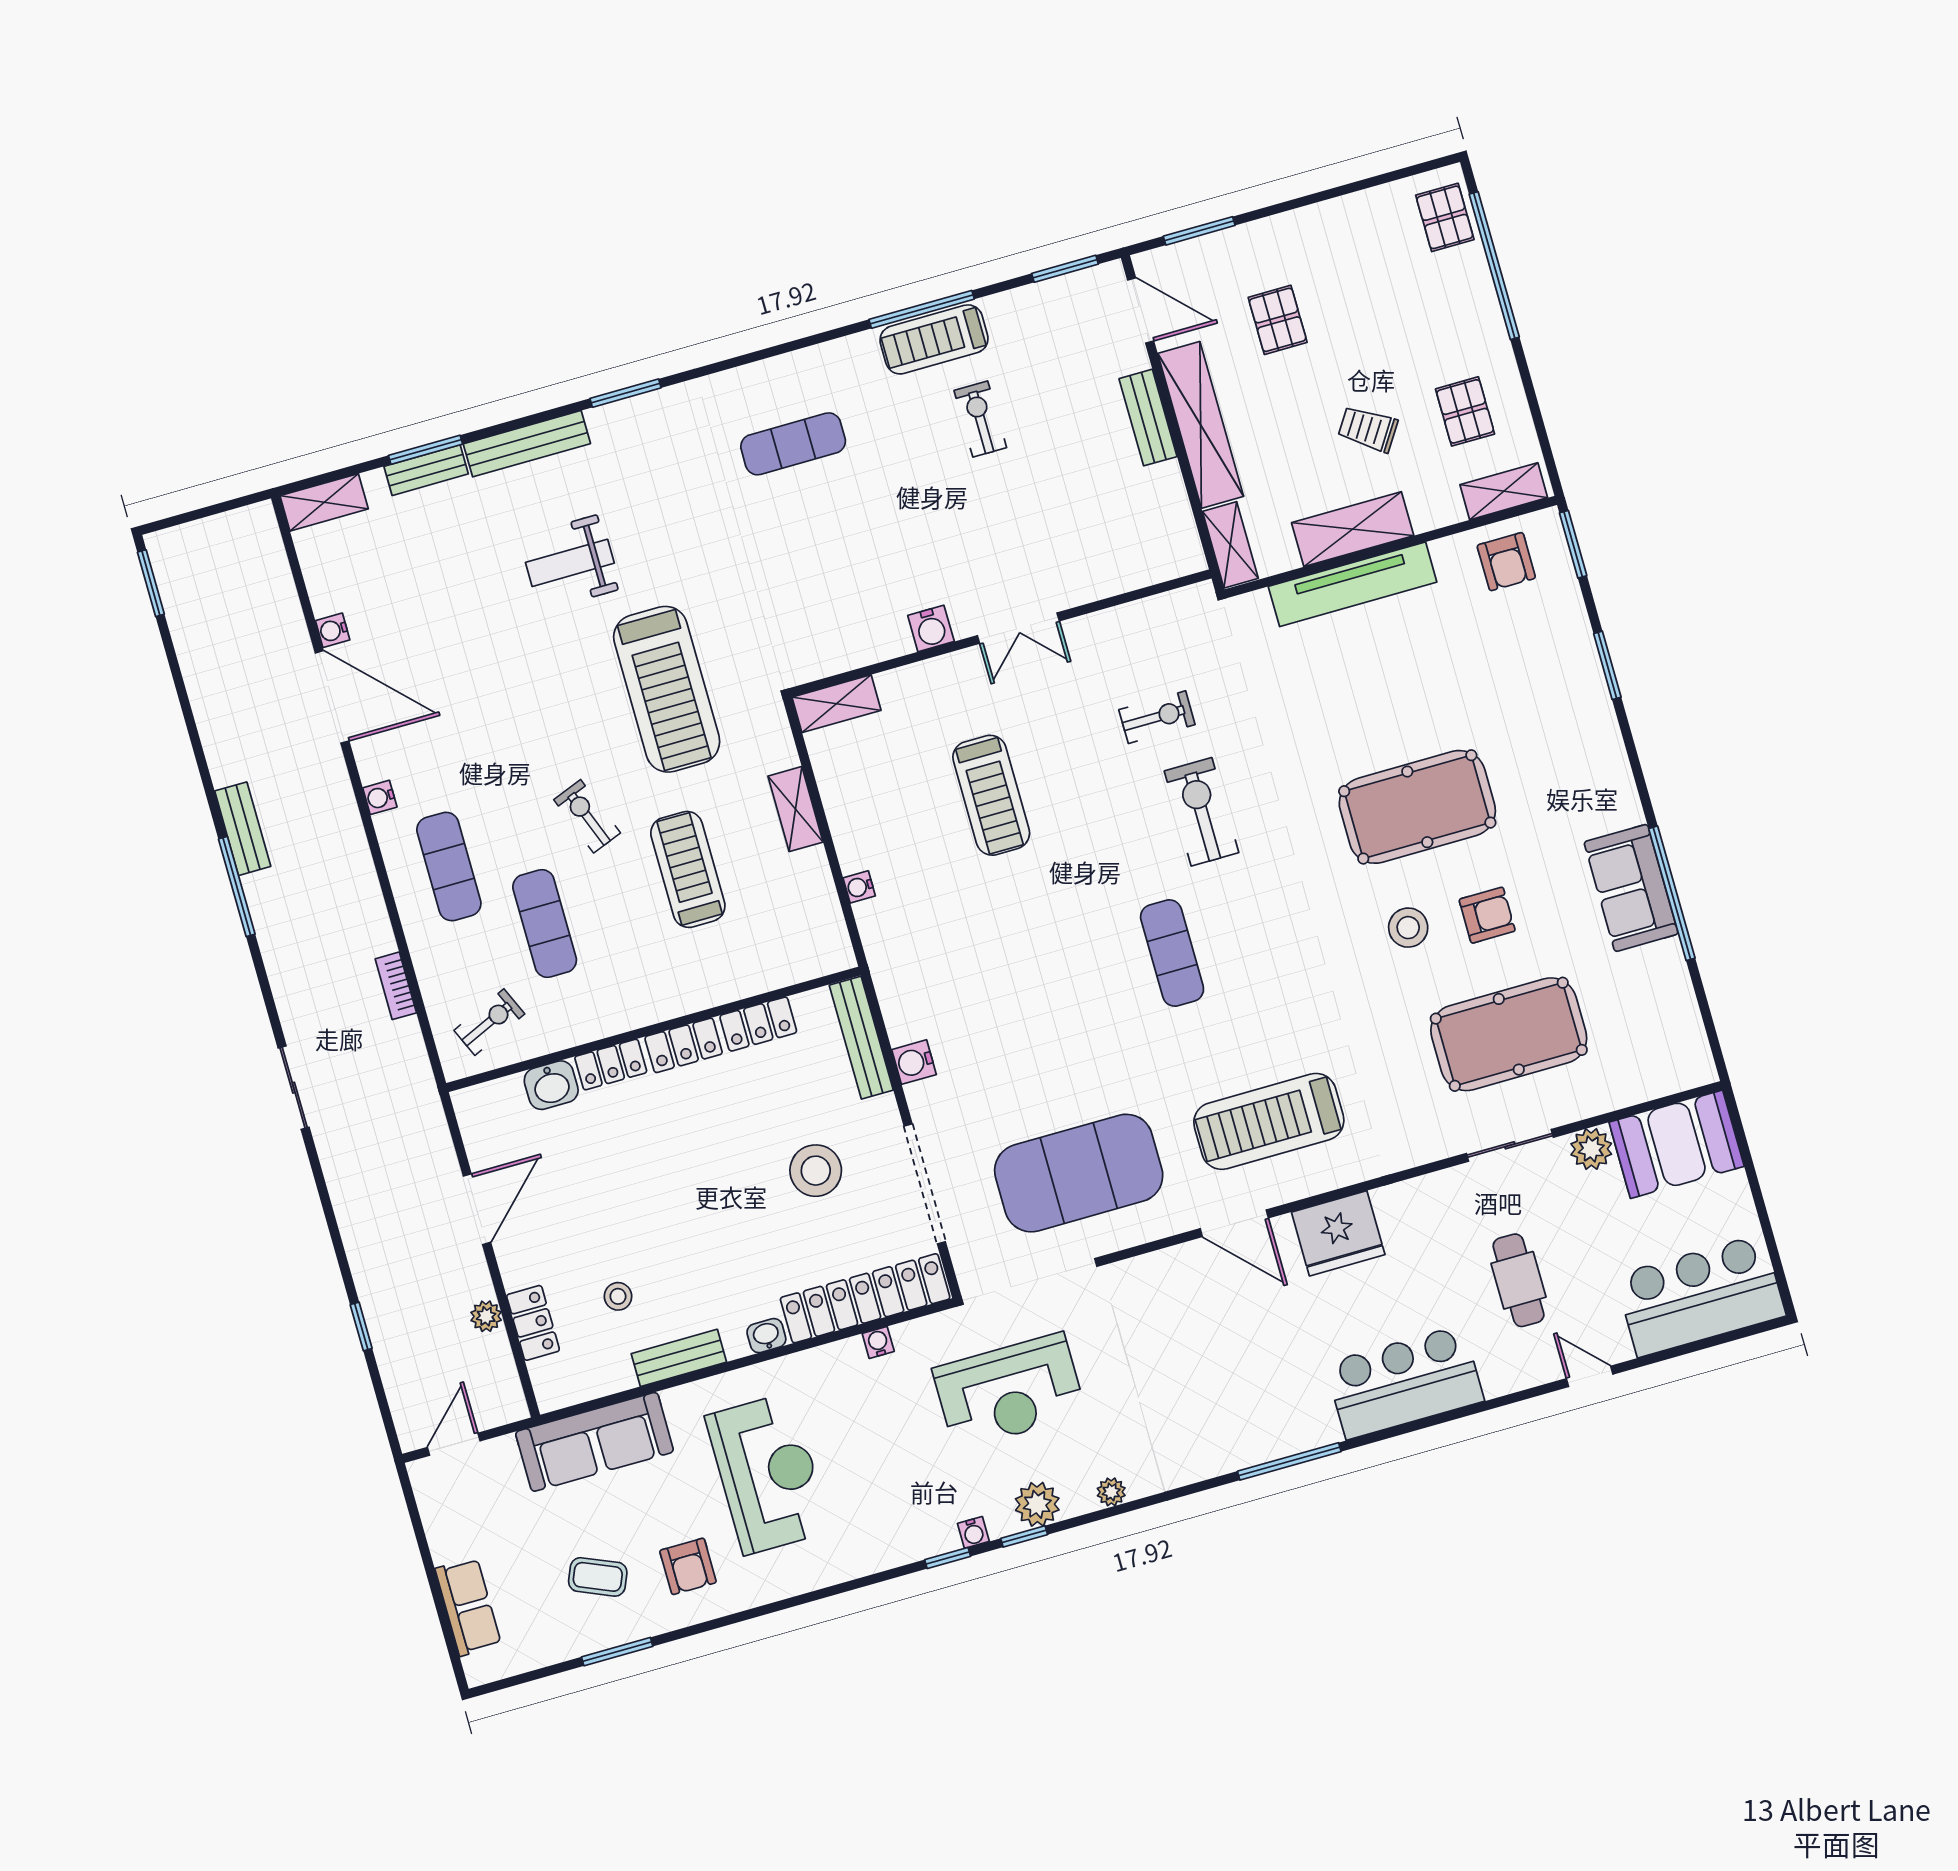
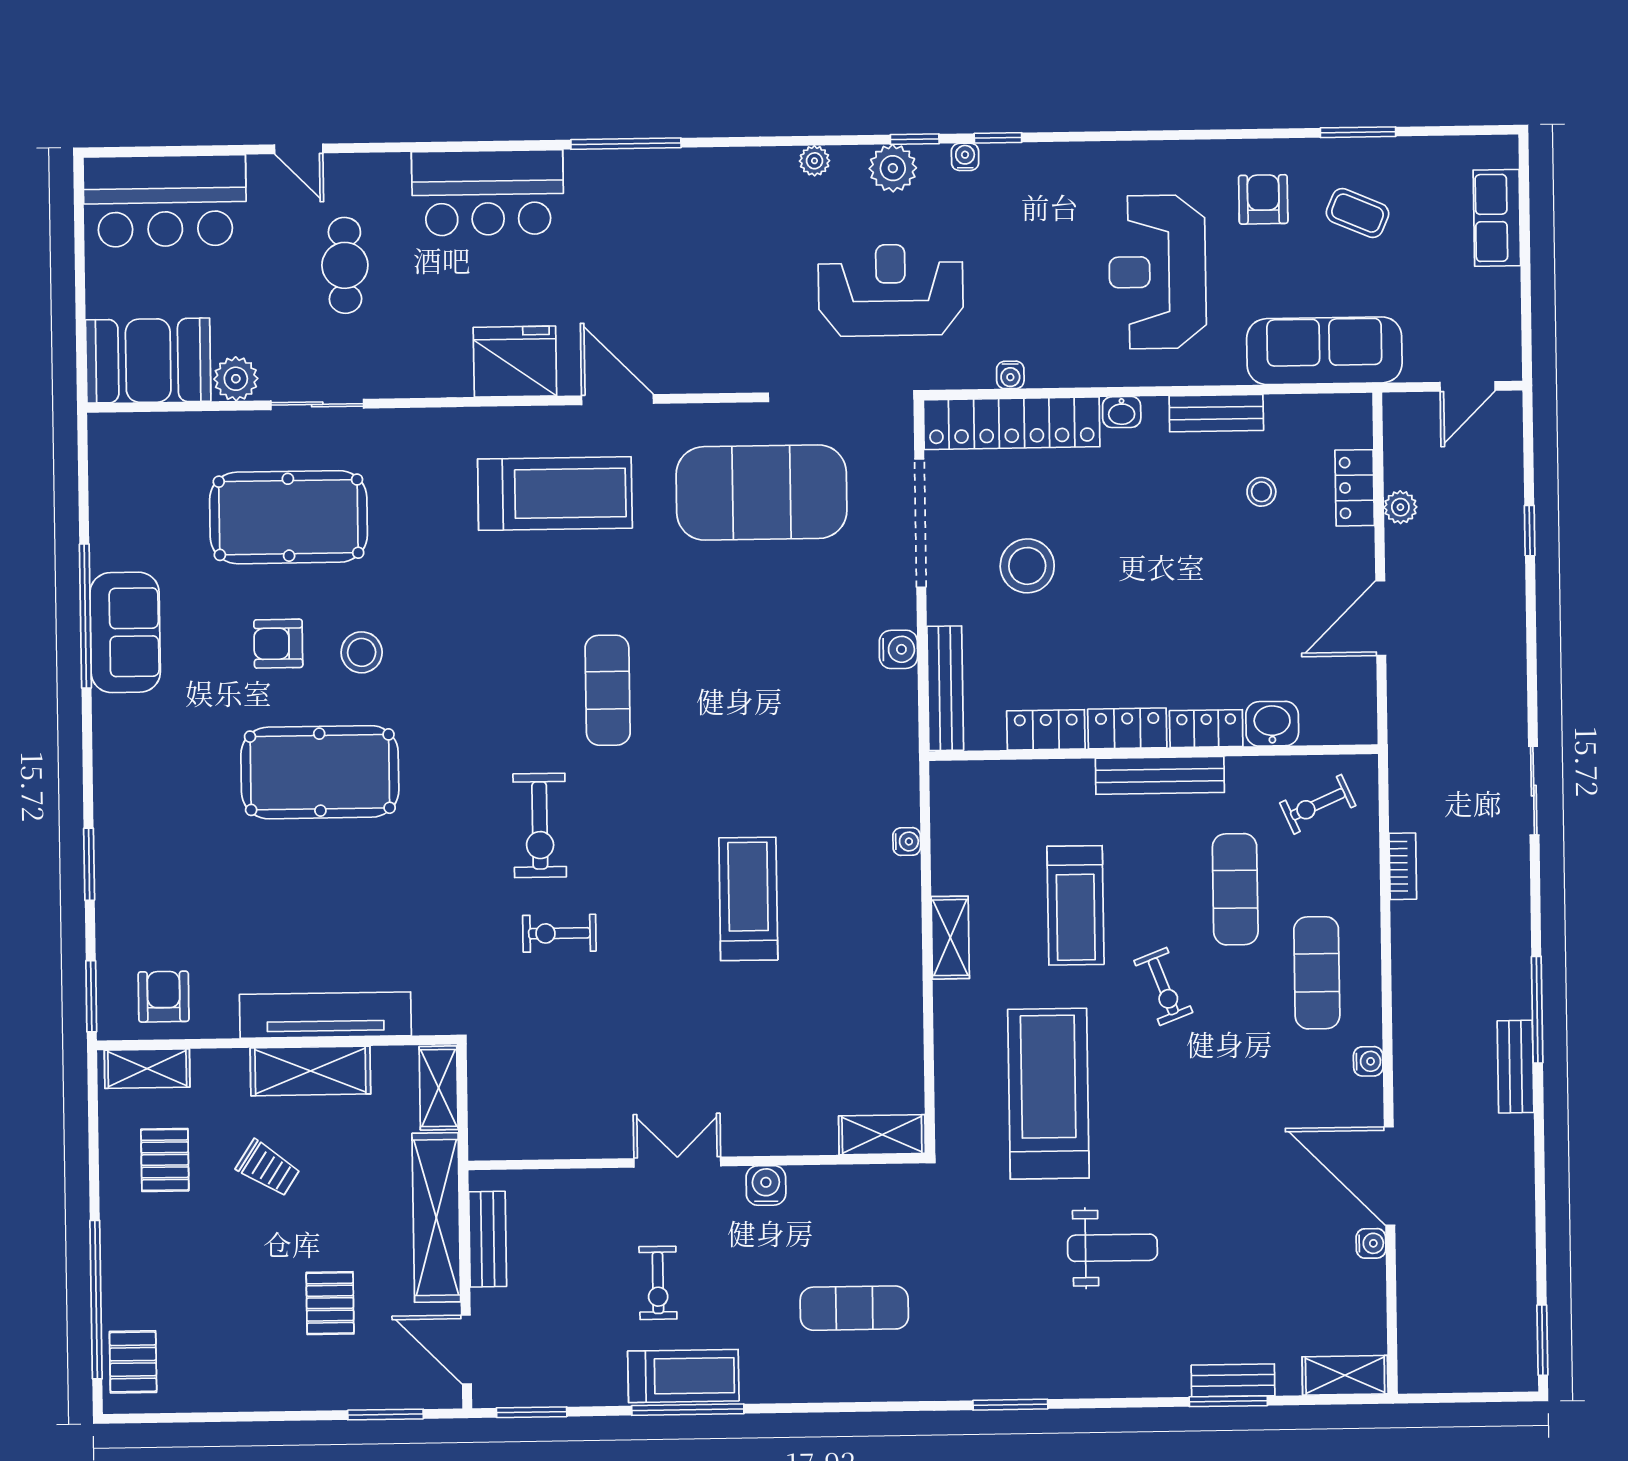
bench: (527, 444) -> (1160, 775), moved
water cooler: (931, 628) -> (766, 1185), moved
double door: (1018, 628) -> (677, 1162), moved
wall: (1000, 633) -> (697, 1162), moved
shelving: (836, 704) -> (882, 1135), moved

